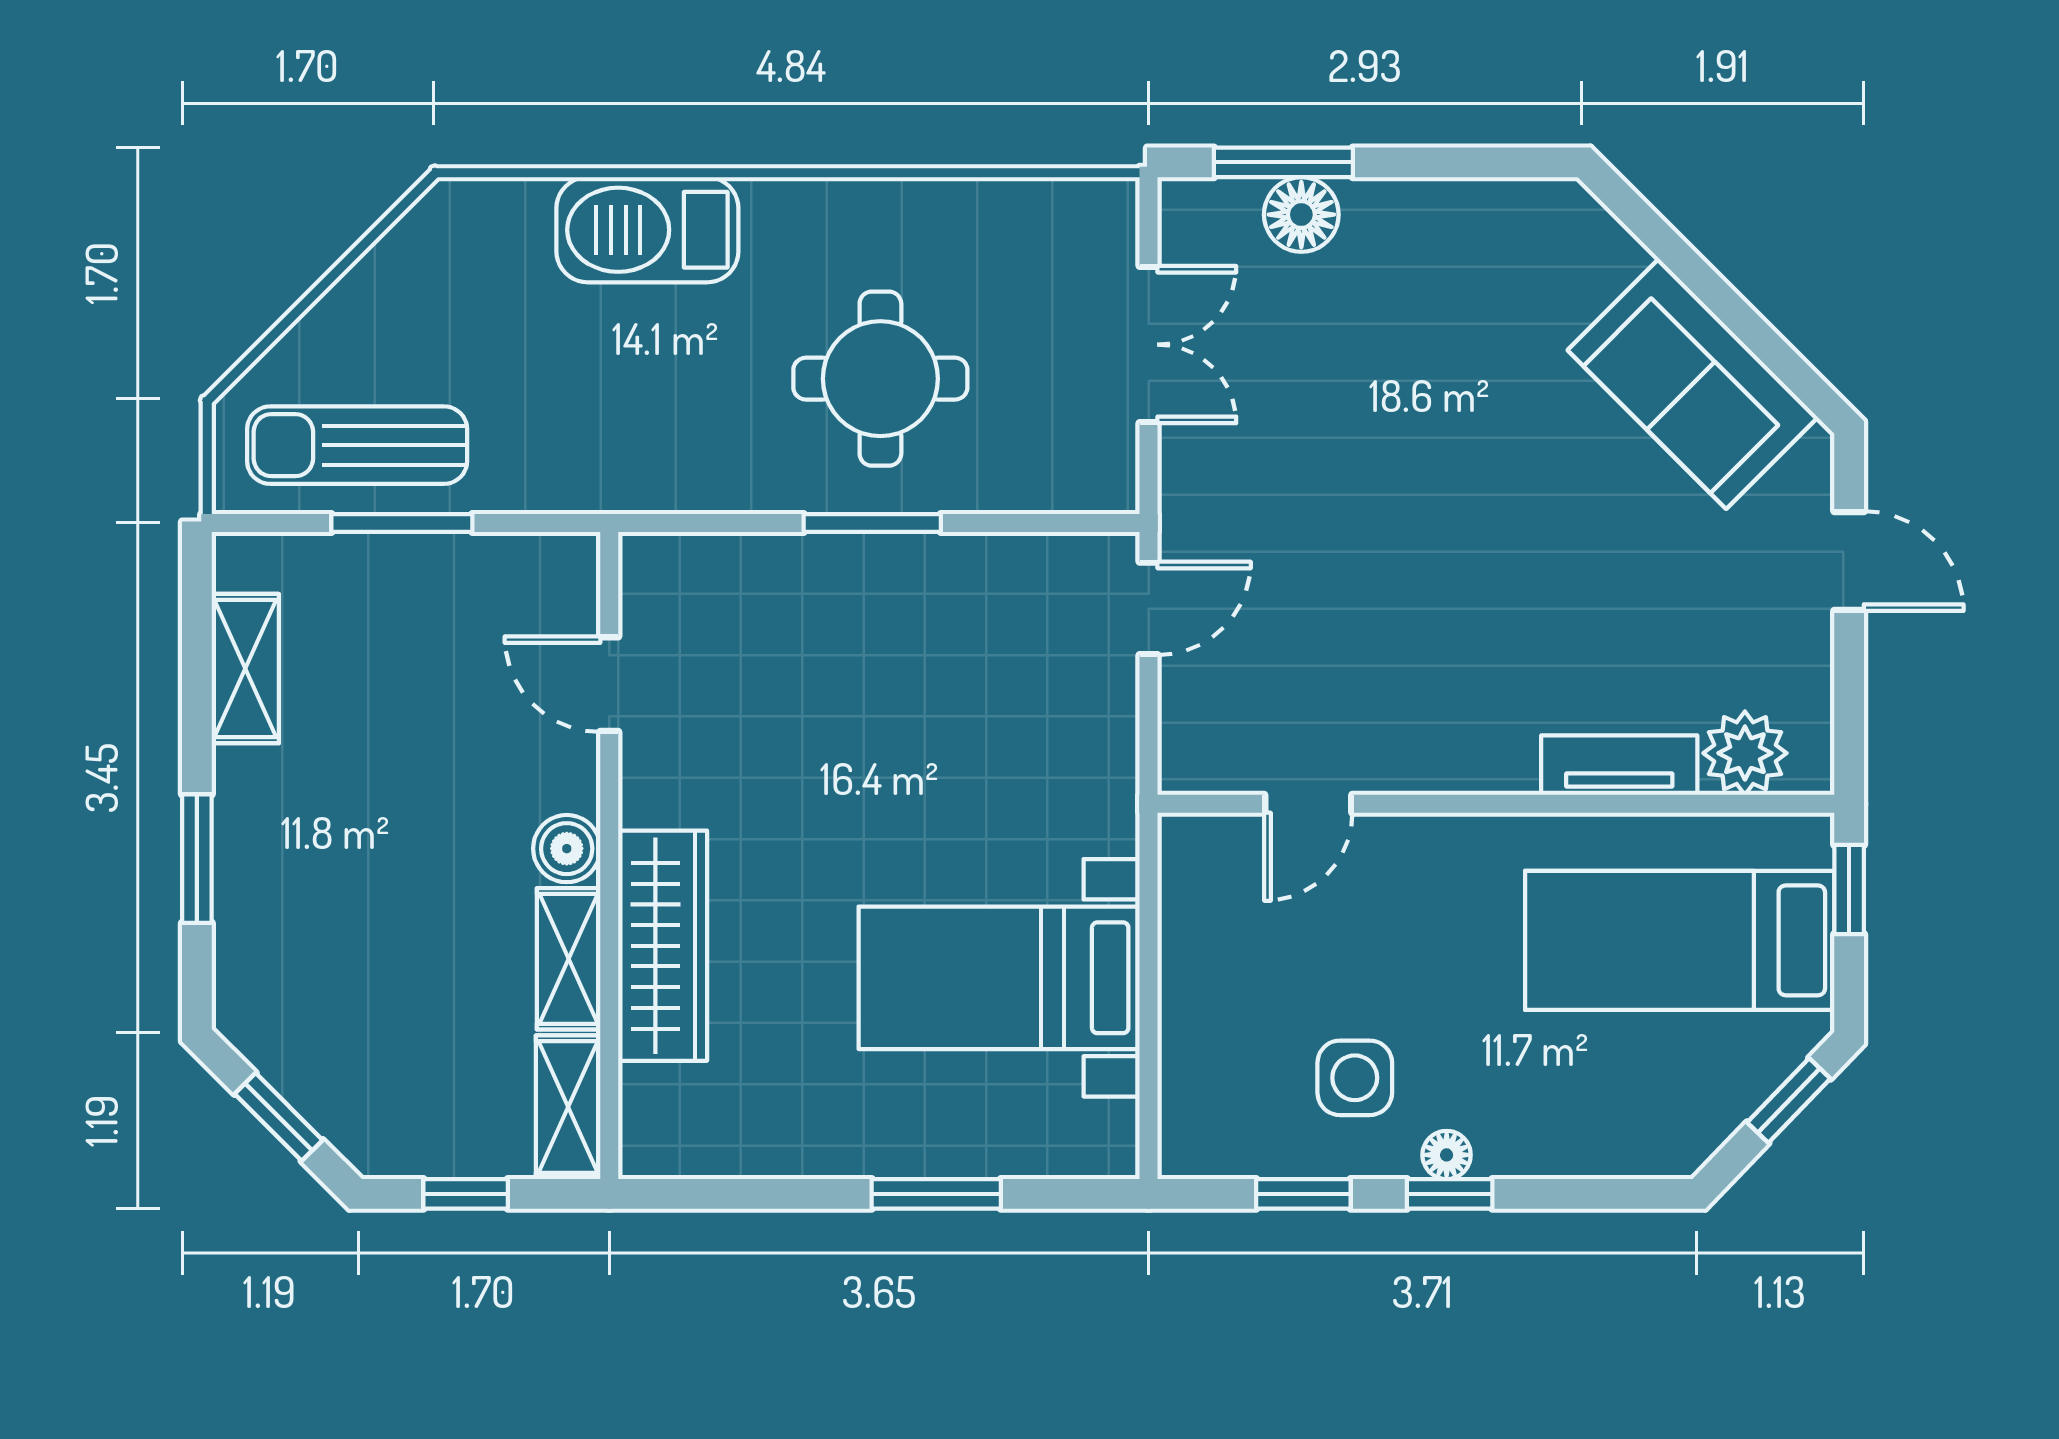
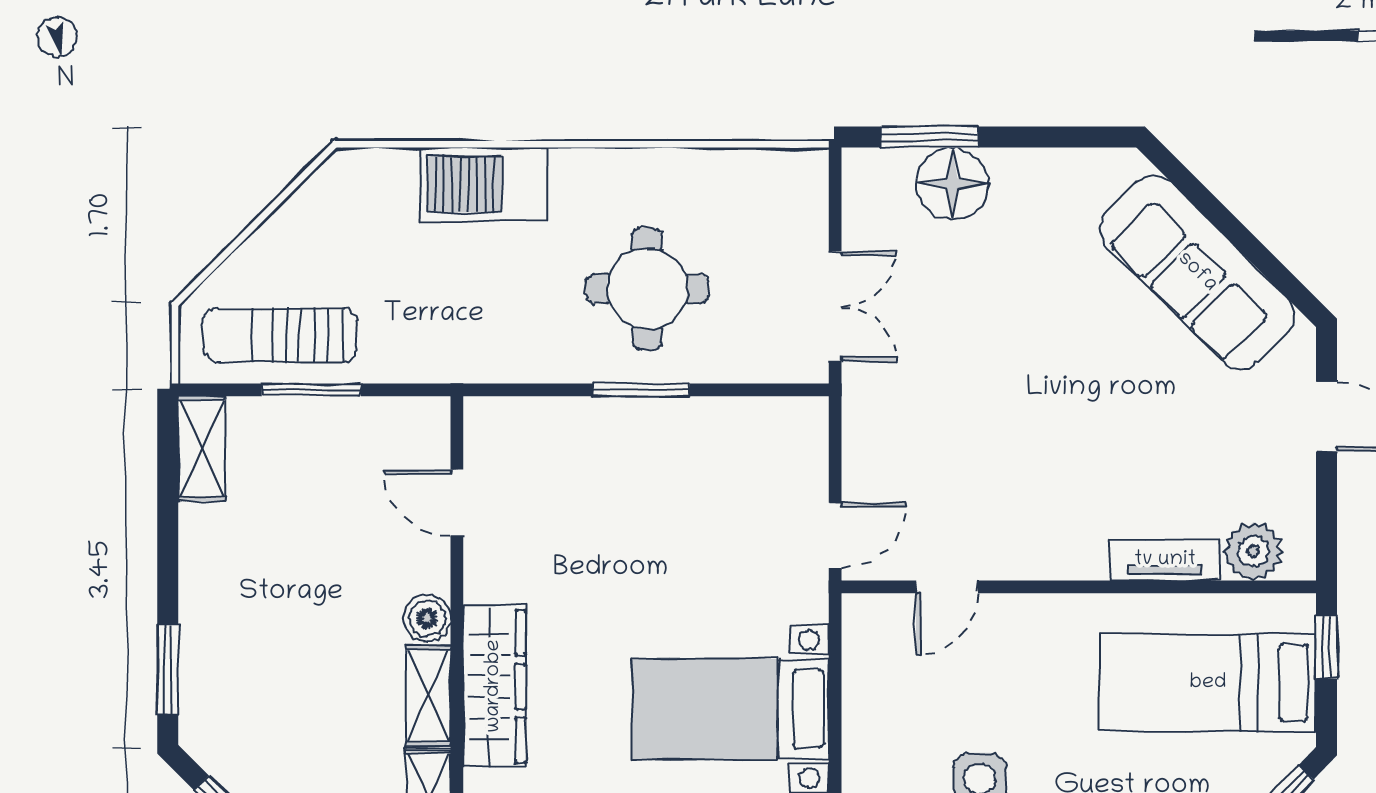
floor lamp: (1301, 215) -> (952, 183), width x1.38, depth x1.38
double door: (1149, 345) -> (835, 306), moved
sofa: (1693, 384) -> (1197, 272), width x1.36
door: (1149, 608) -> (835, 535), moved
shelving: (245, 669) -> (202, 449), moved
window: (197, 859) -> (168, 669), moved

